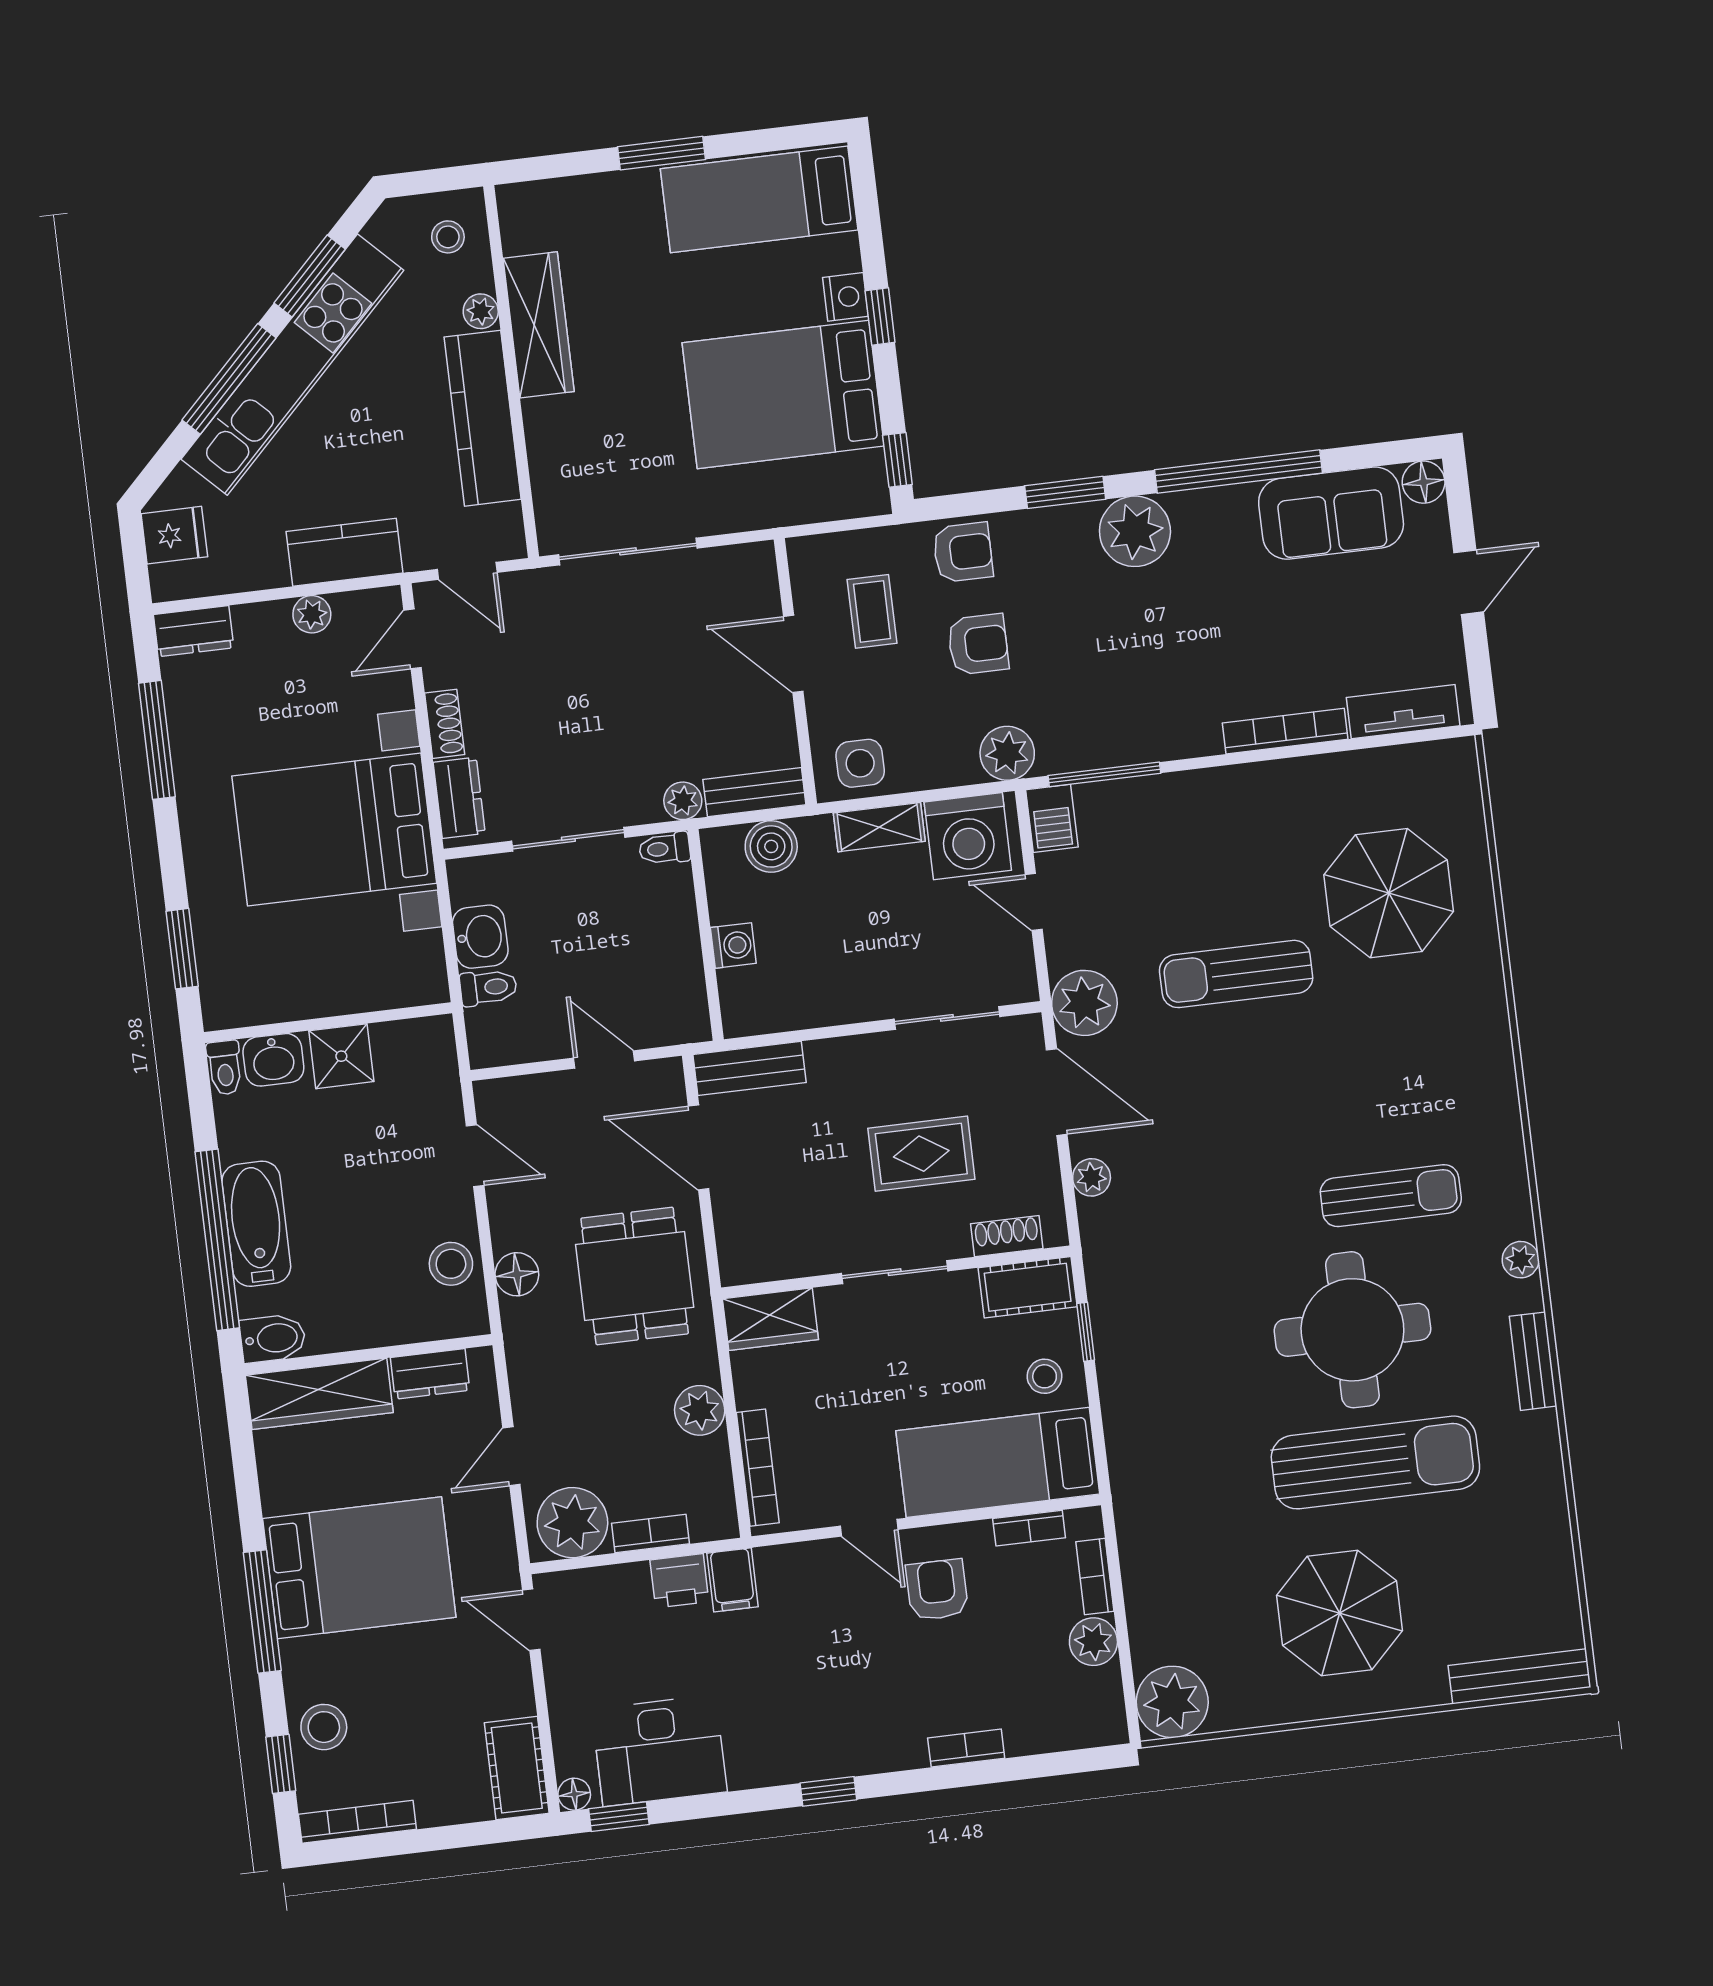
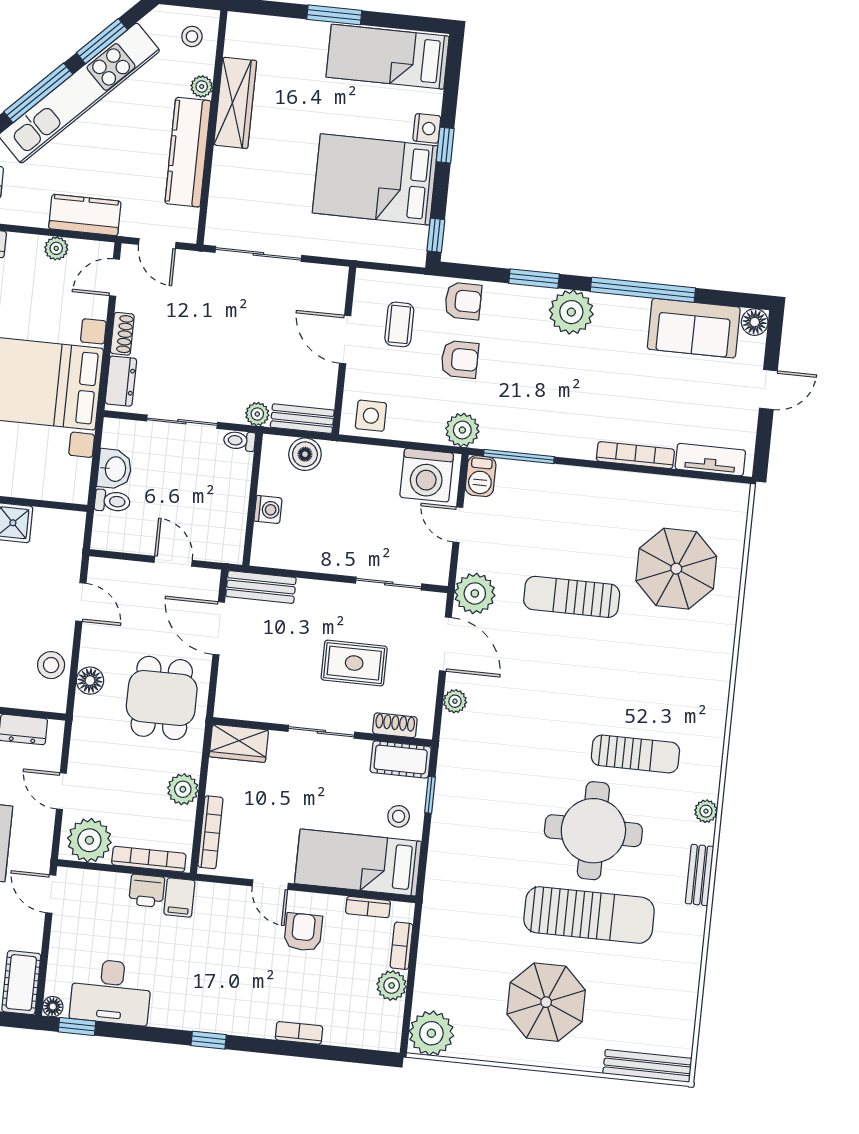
shelving: (879, 827) -> (374, 457), removed
door: (511, 1456) -> (61, 791), hinge flipped
bookcase: (651, 1534) -> (149, 859), width x1.56

